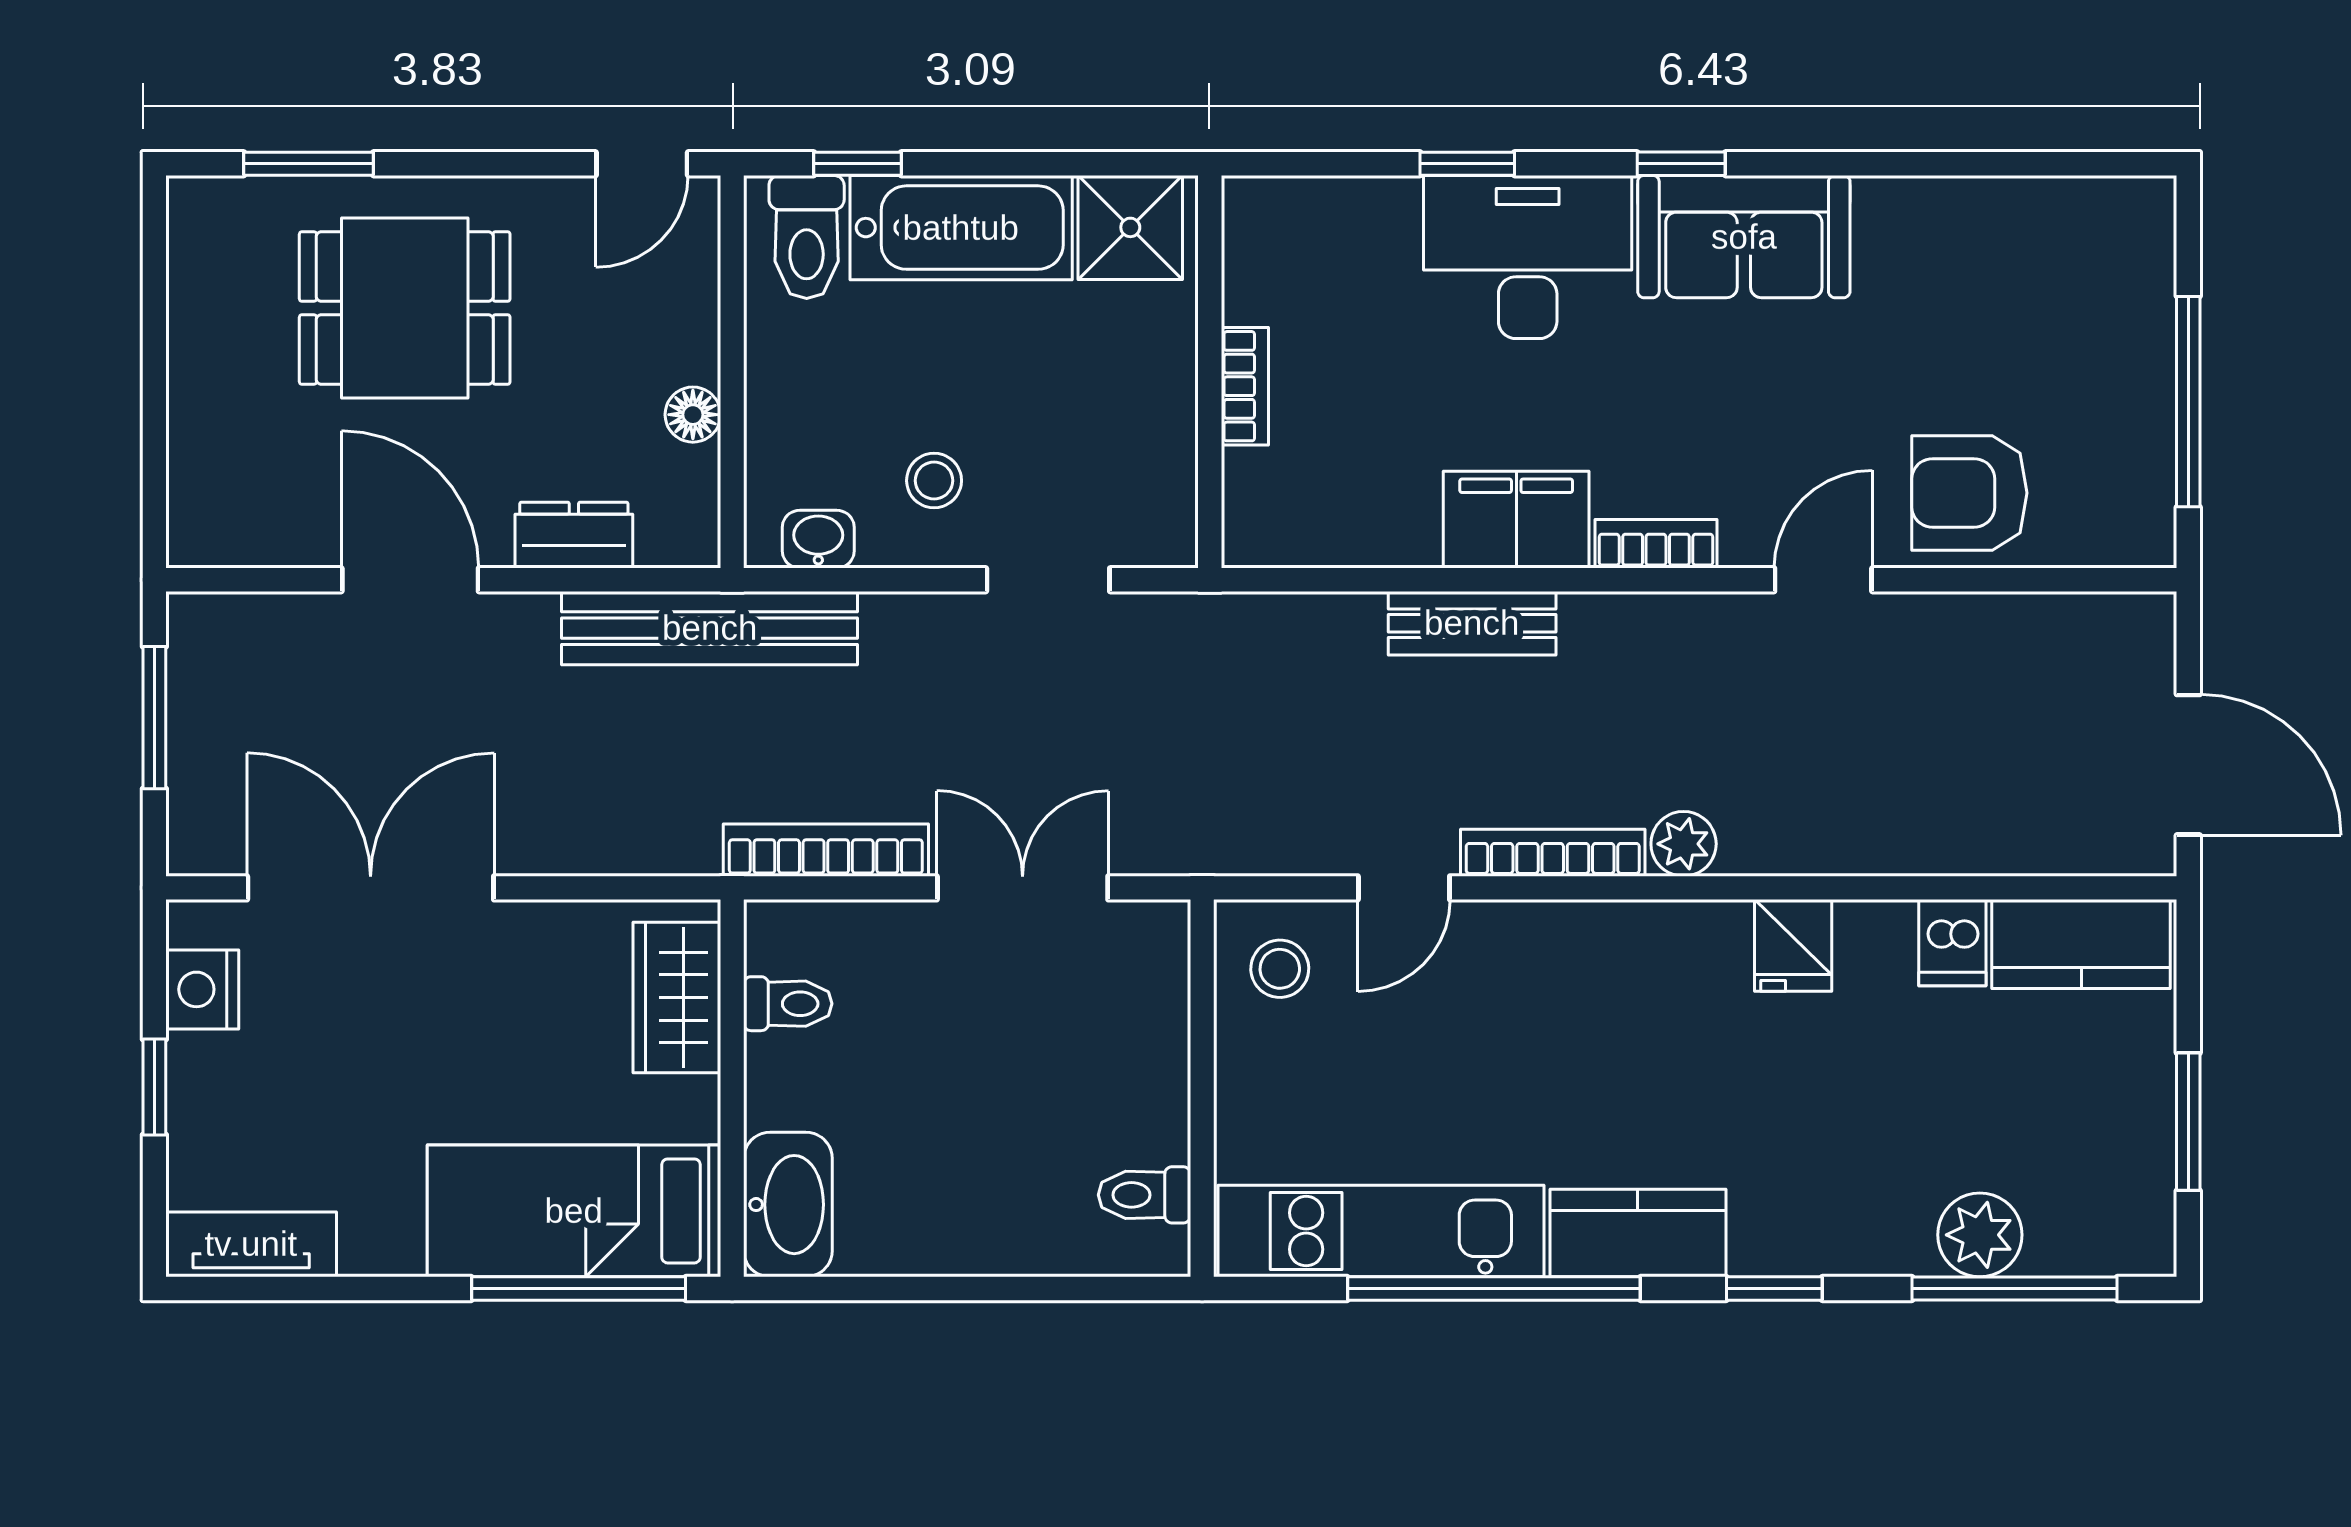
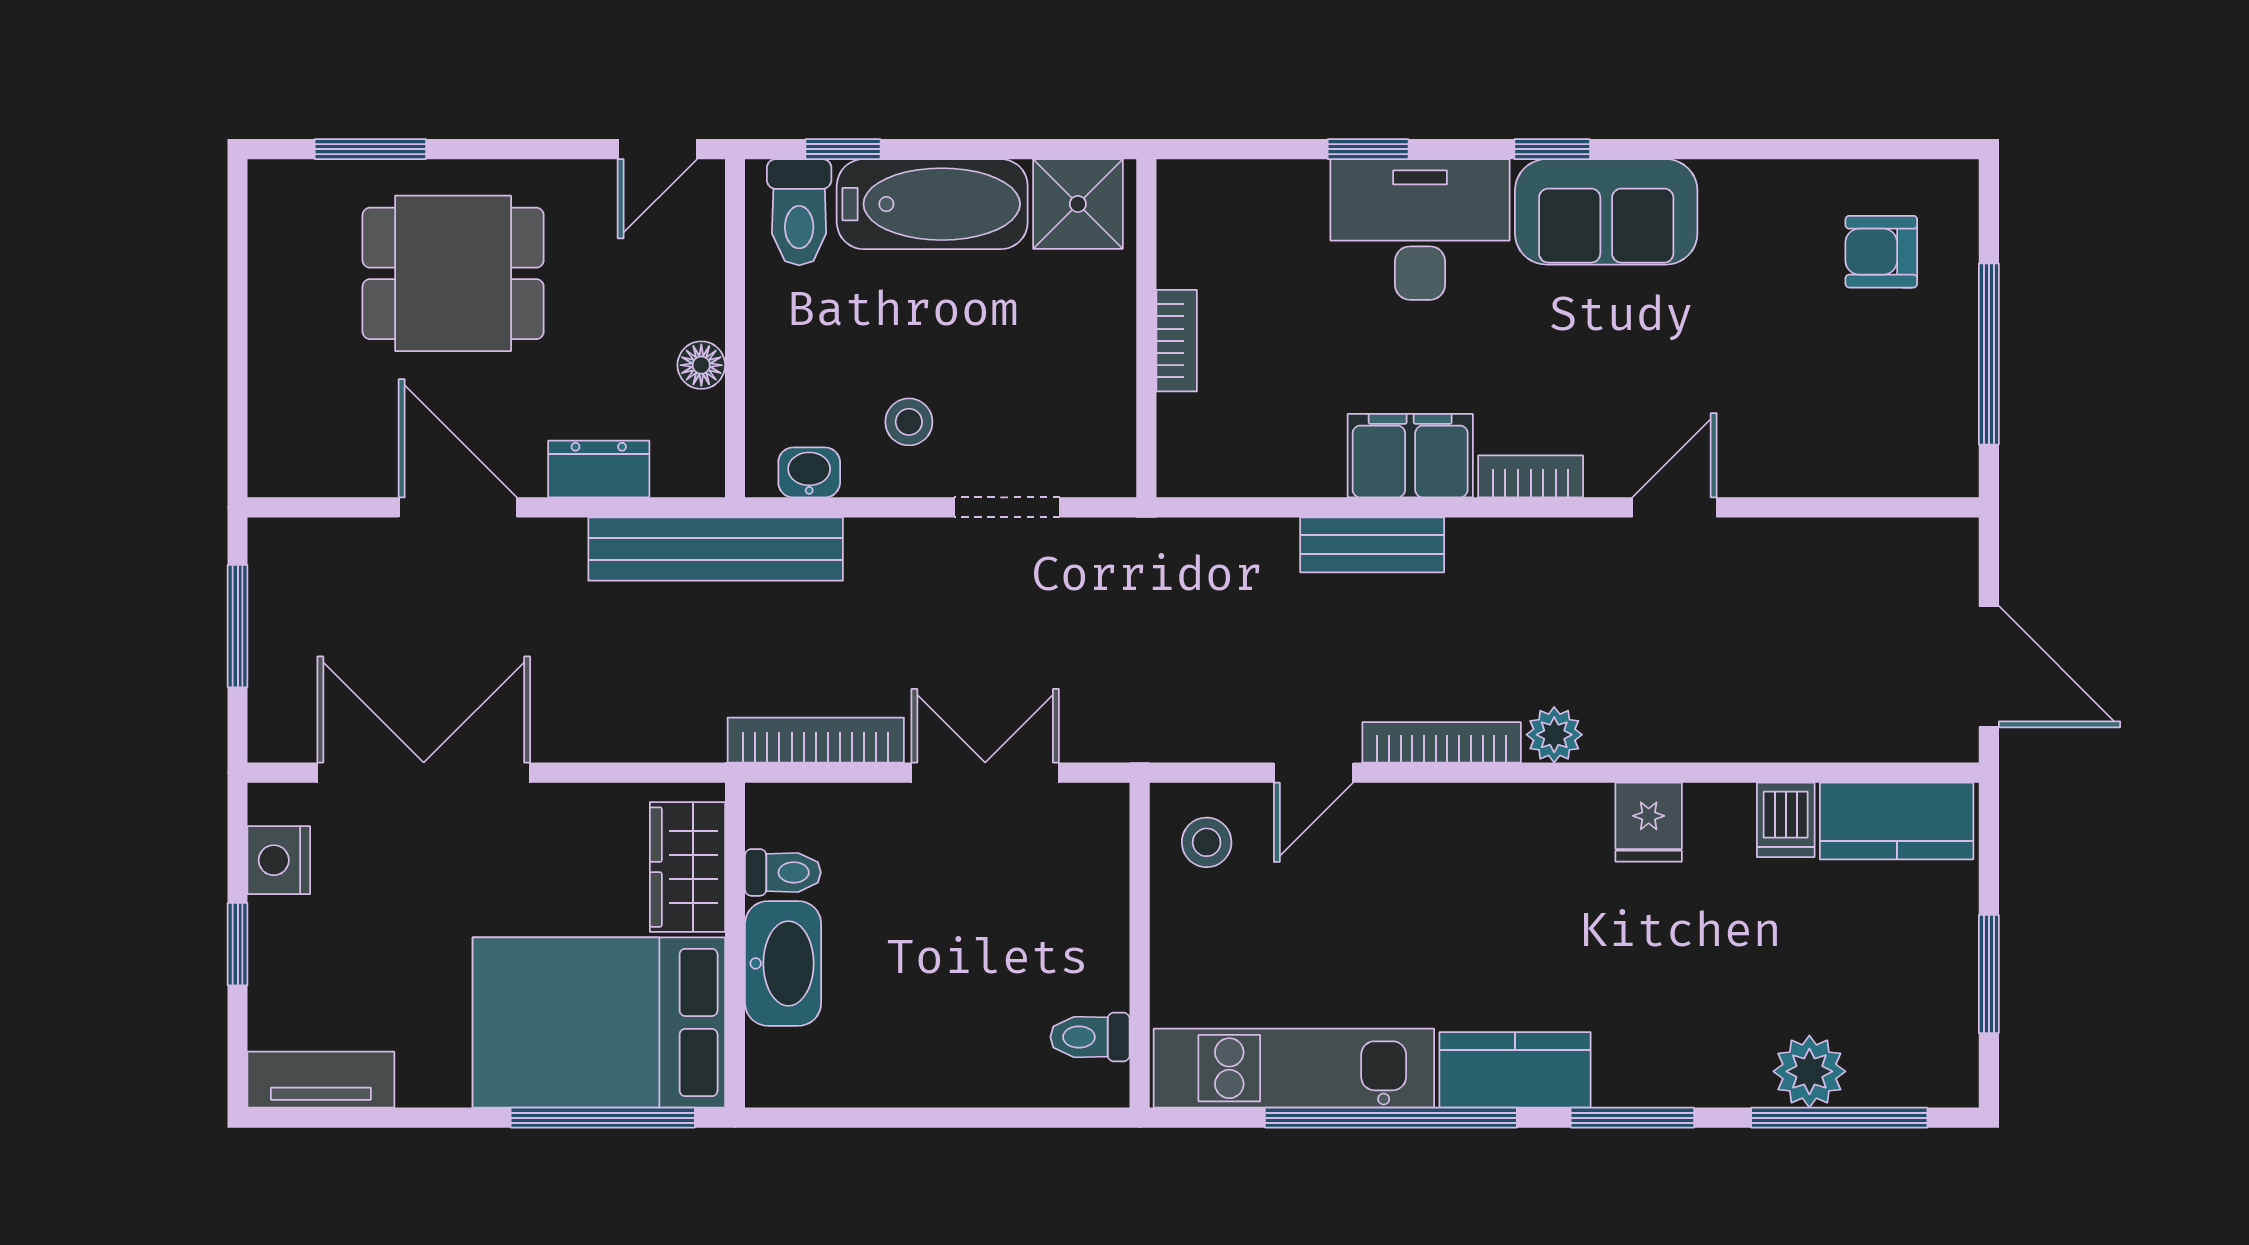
armchair: (1969, 493) -> (1881, 252), moved, width x0.72, depth x0.72
washbasin: (788, 1205) -> (783, 963), moved
bed: (574, 1211) -> (599, 1022), width x1.50
window: (1774, 1289) -> (1632, 1118), width x1.50

